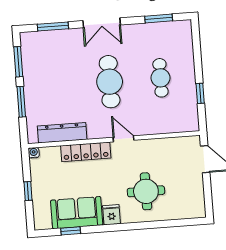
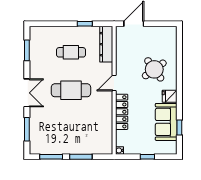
dresser: (62, 133) -> (106, 44), moved
round table: (146, 191) -> (154, 69), turned -36

